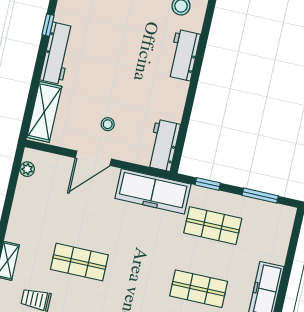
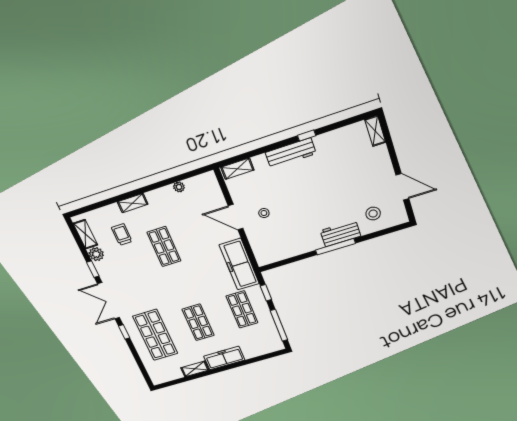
window: (197, 70) -> (335, 247), added
shelving: (44, 112) -> (237, 169), width x0.67, depth x0.75
workbench: (163, 145) -> (273, 254), removed
plant: (27, 169) -> (179, 187), moved
window: (260, 196) -> (279, 325), width x1.44

